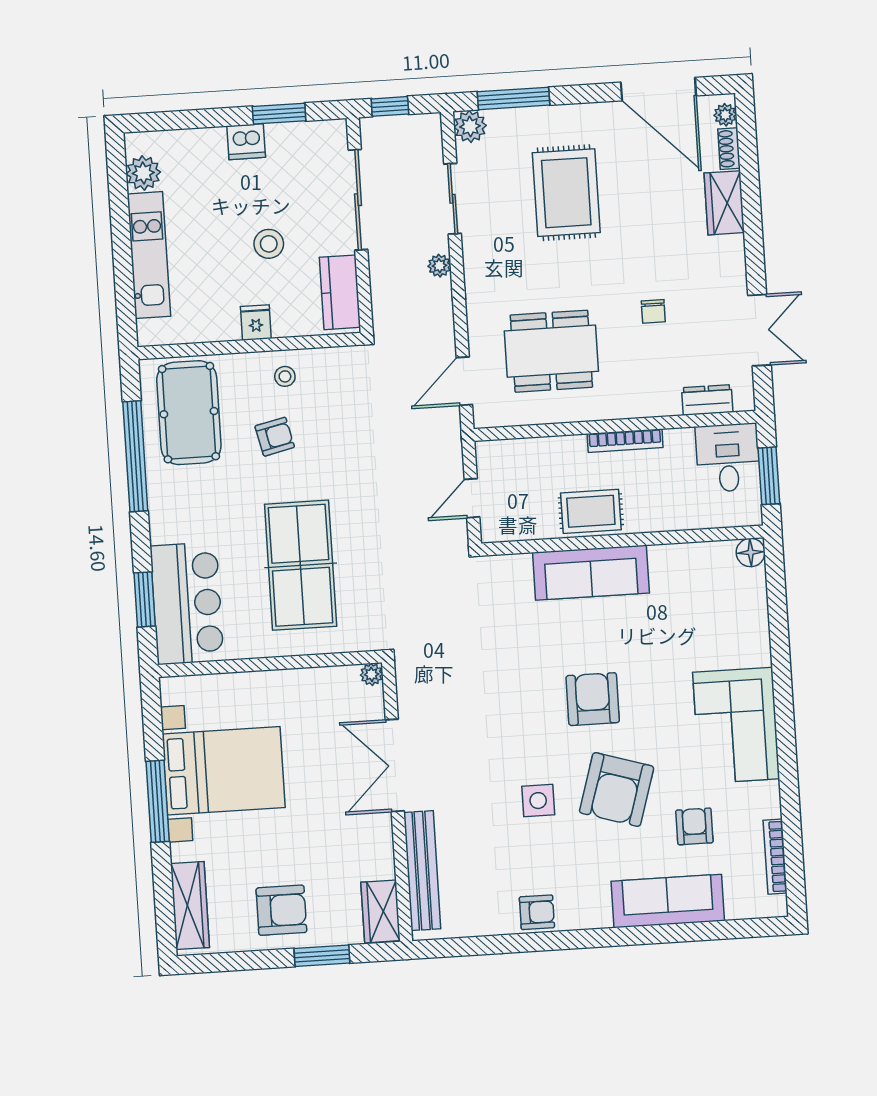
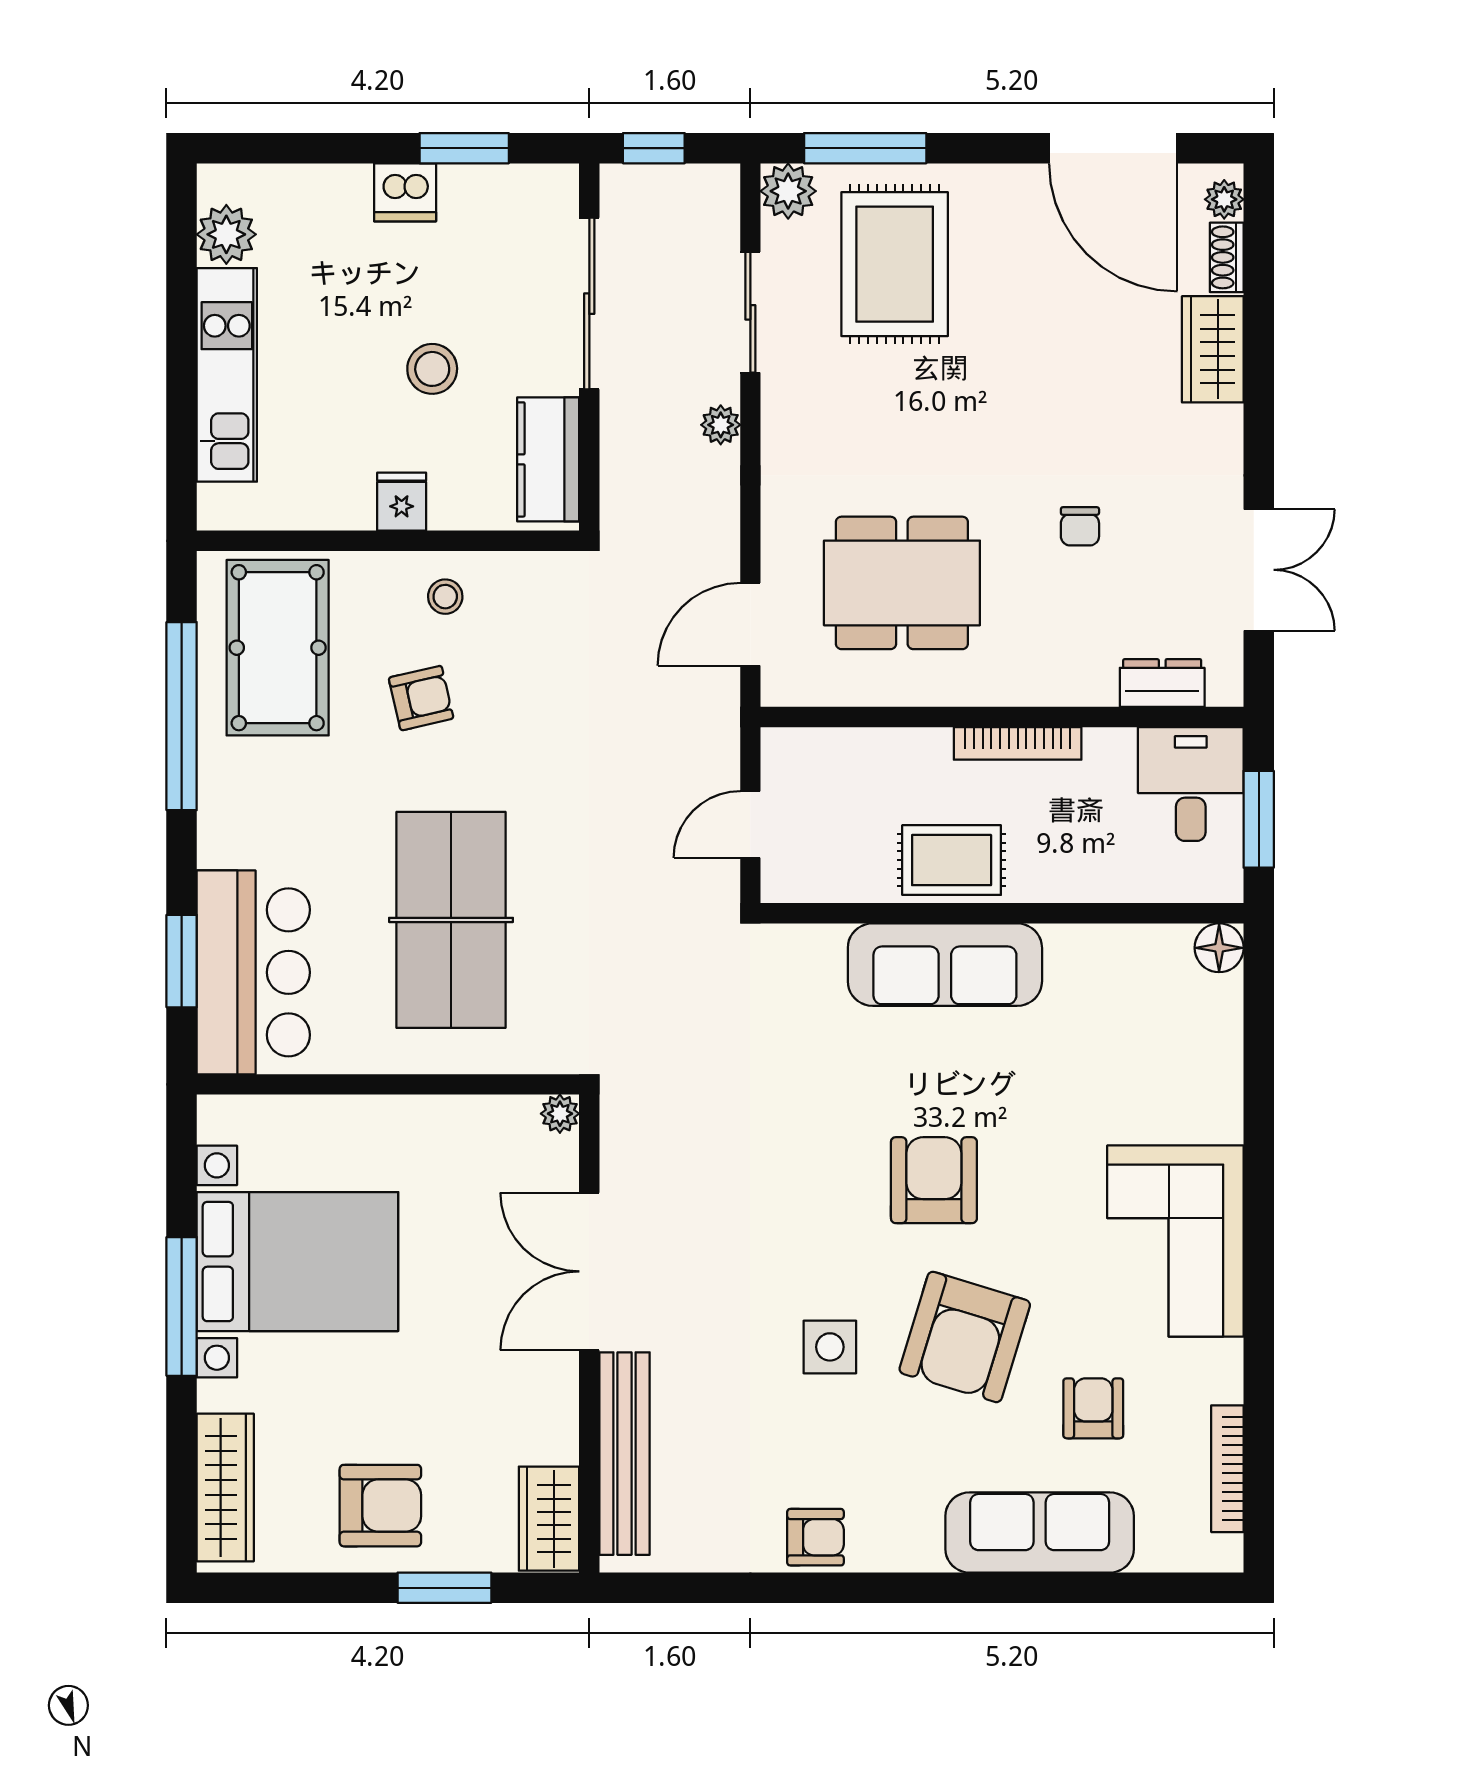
rug: (566, 193) -> (895, 264), moved

